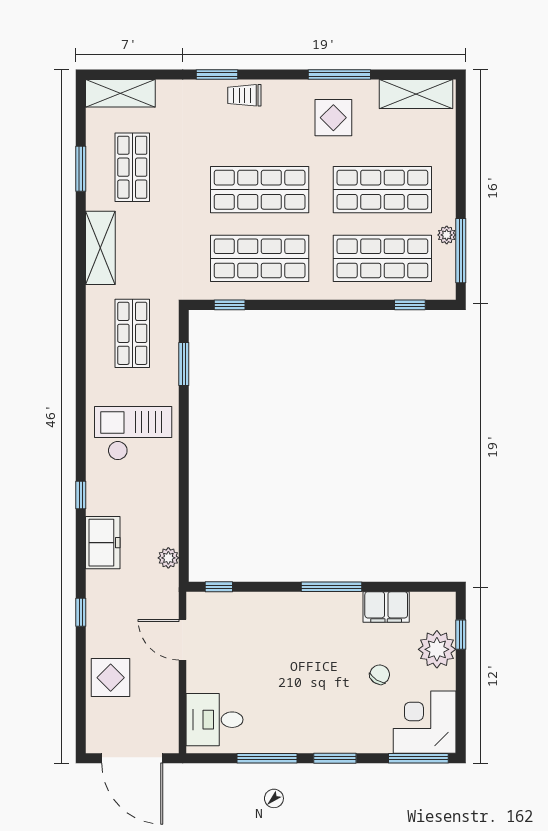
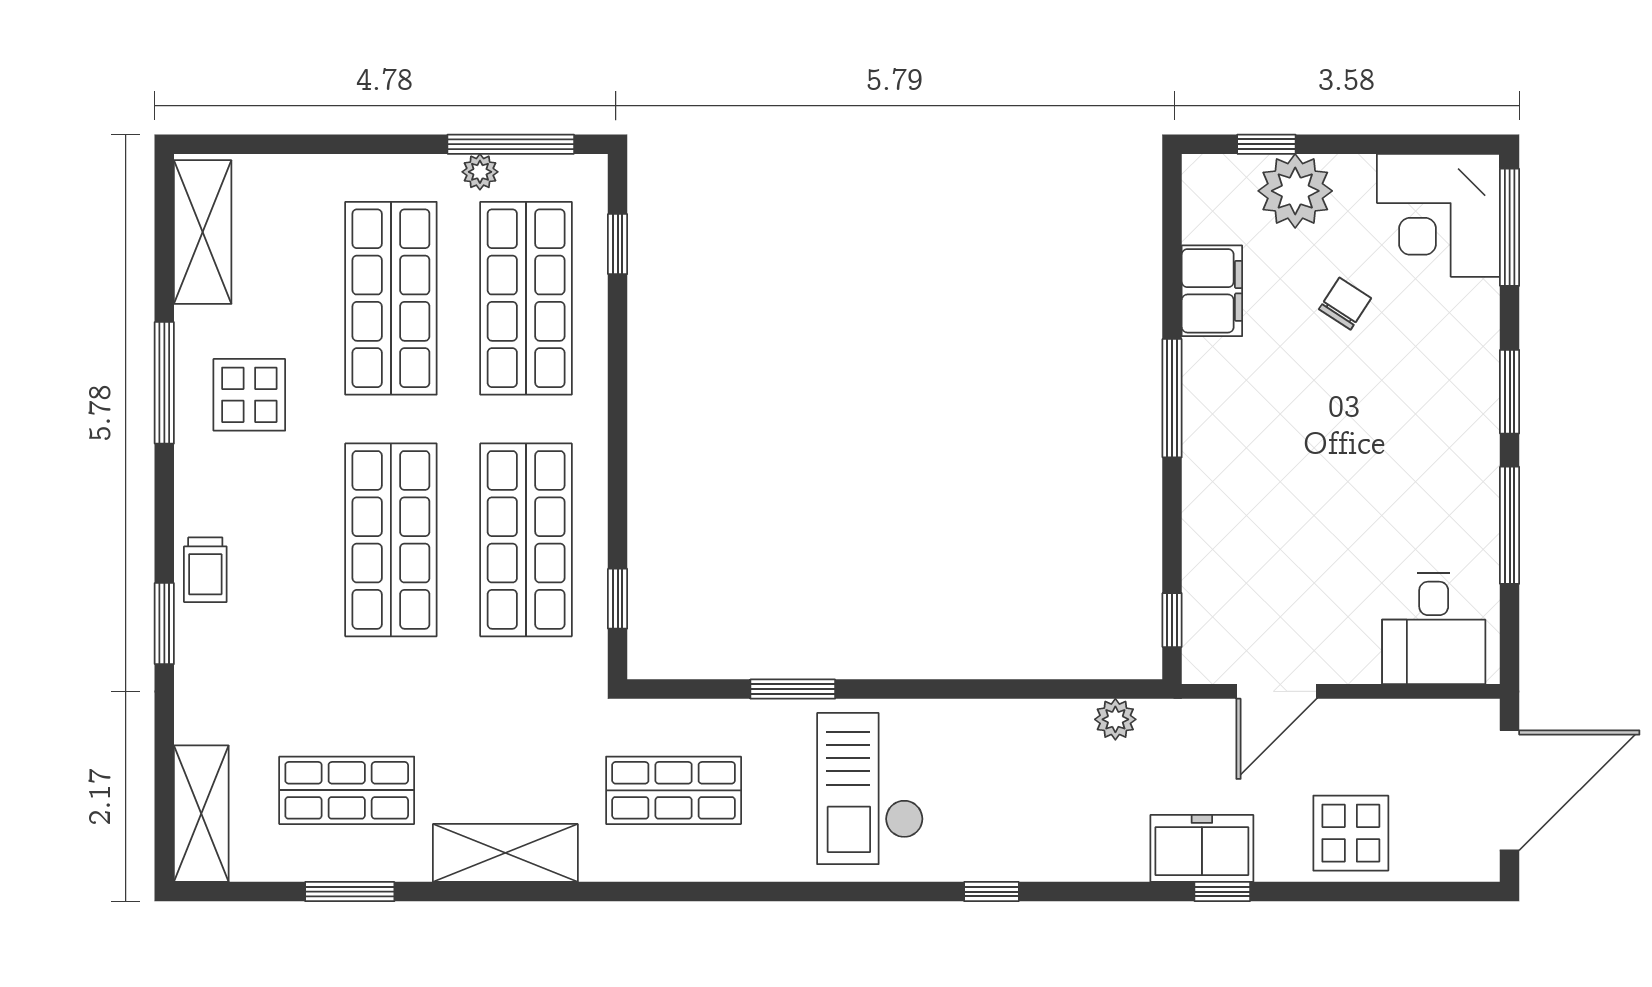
window: (184, 364) -> (793, 689), moved
freezer: (103, 543) -> (1202, 848), moved
chair: (380, 675) -> (1345, 304), turned 90

